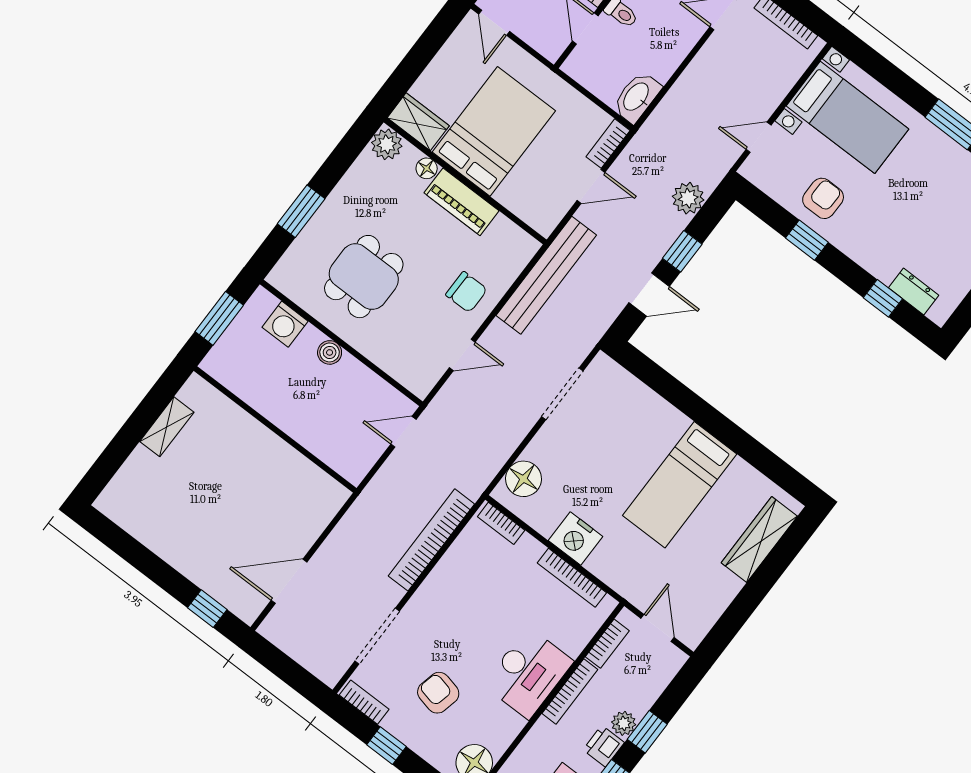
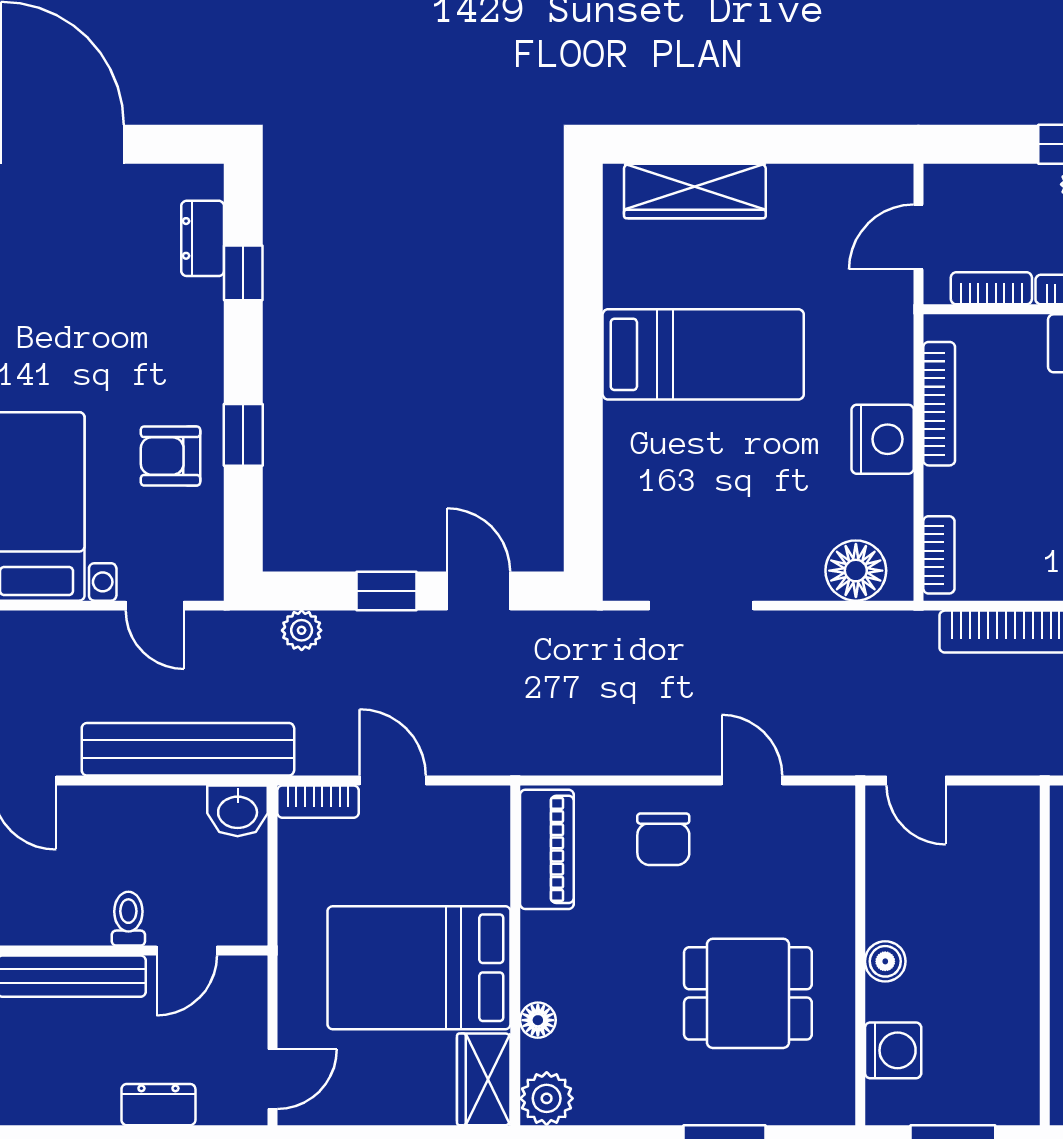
washbasin: (637, 97) -> (238, 811), width x0.72
plant: (688, 198) -> (302, 630), width x0.73, depth x0.73
piano: (461, 202) -> (547, 849), moved
bench: (546, 275) -> (188, 749), moved
chair: (466, 292) -> (663, 839), turned 180

